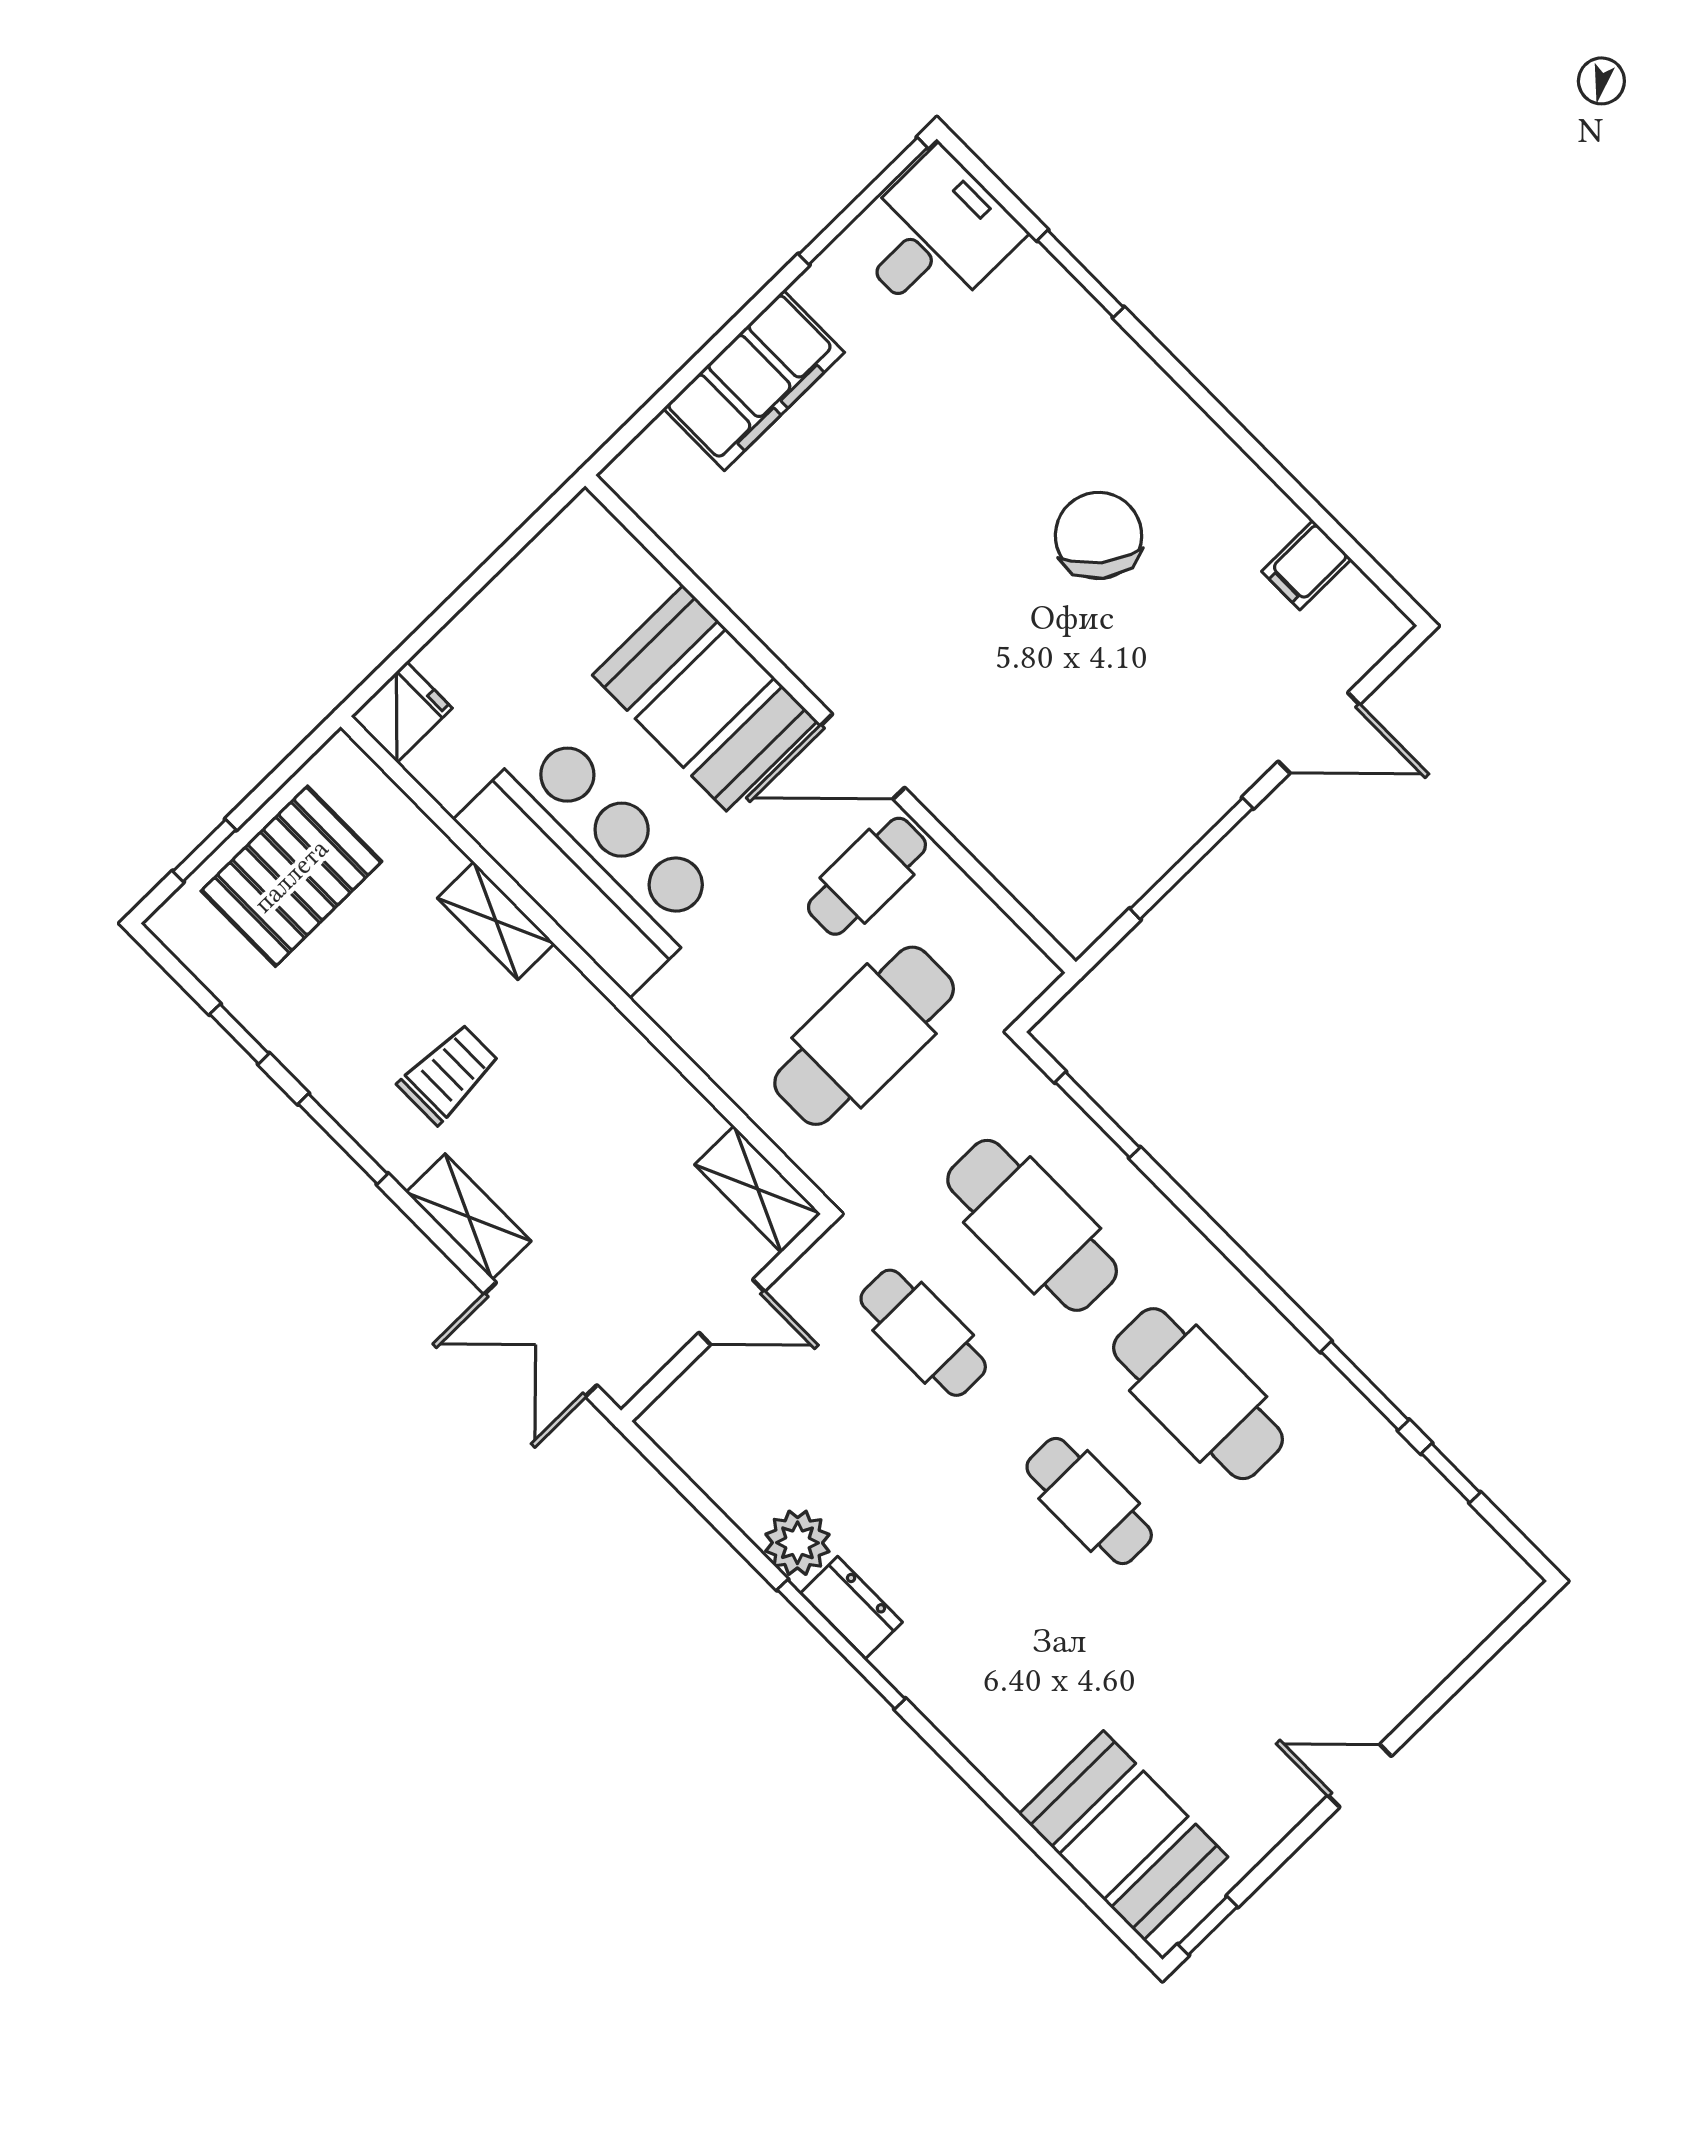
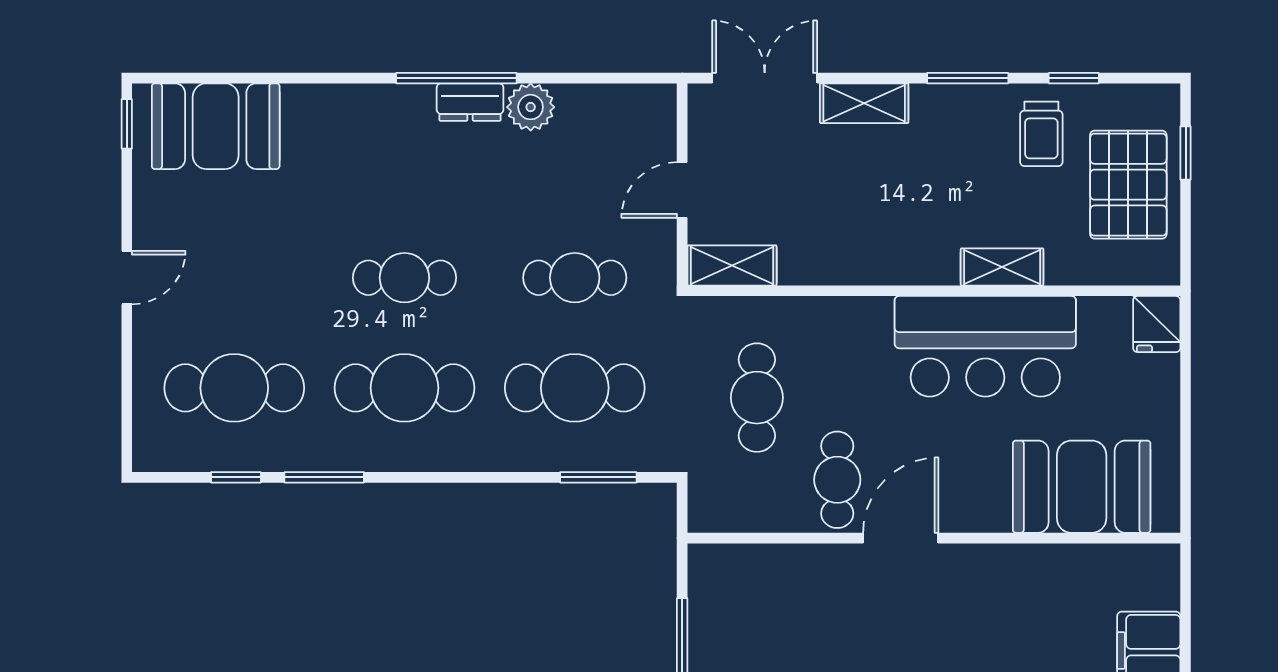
booth: (705, 698) -> (1082, 487), moved
cafe table: (864, 1036) -> (757, 398), width x0.73, depth x0.74
trolley: (449, 1074) -> (1041, 134), moved
cafe table: (1364, 1562) -> (234, 388), added

